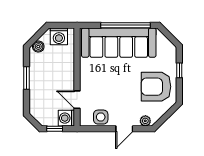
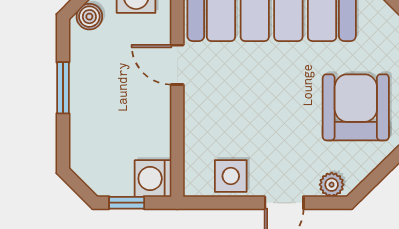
armchair: (156, 87) -> (356, 107), turned 90
door: (77, 100) -> (177, 65), moved

